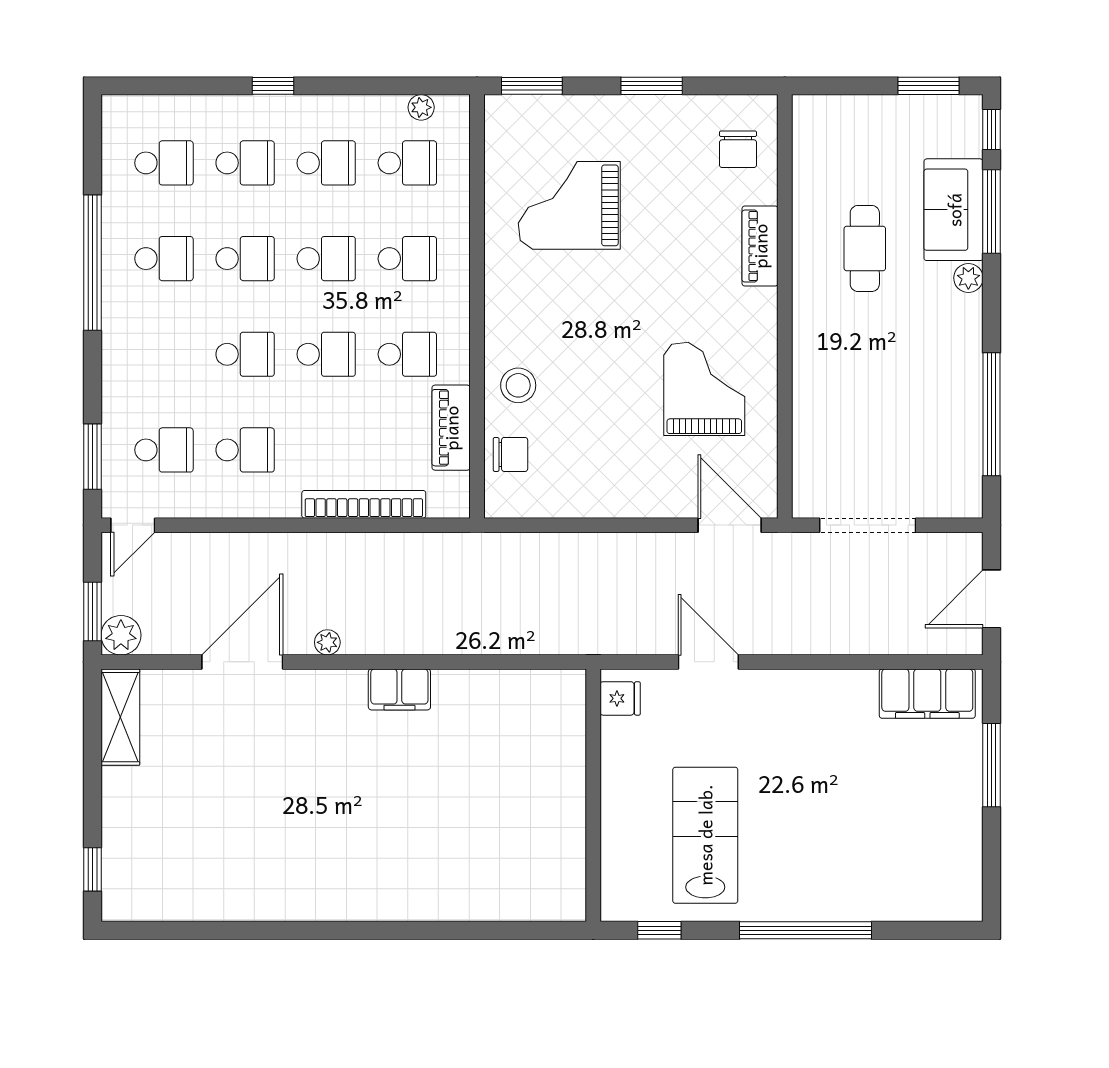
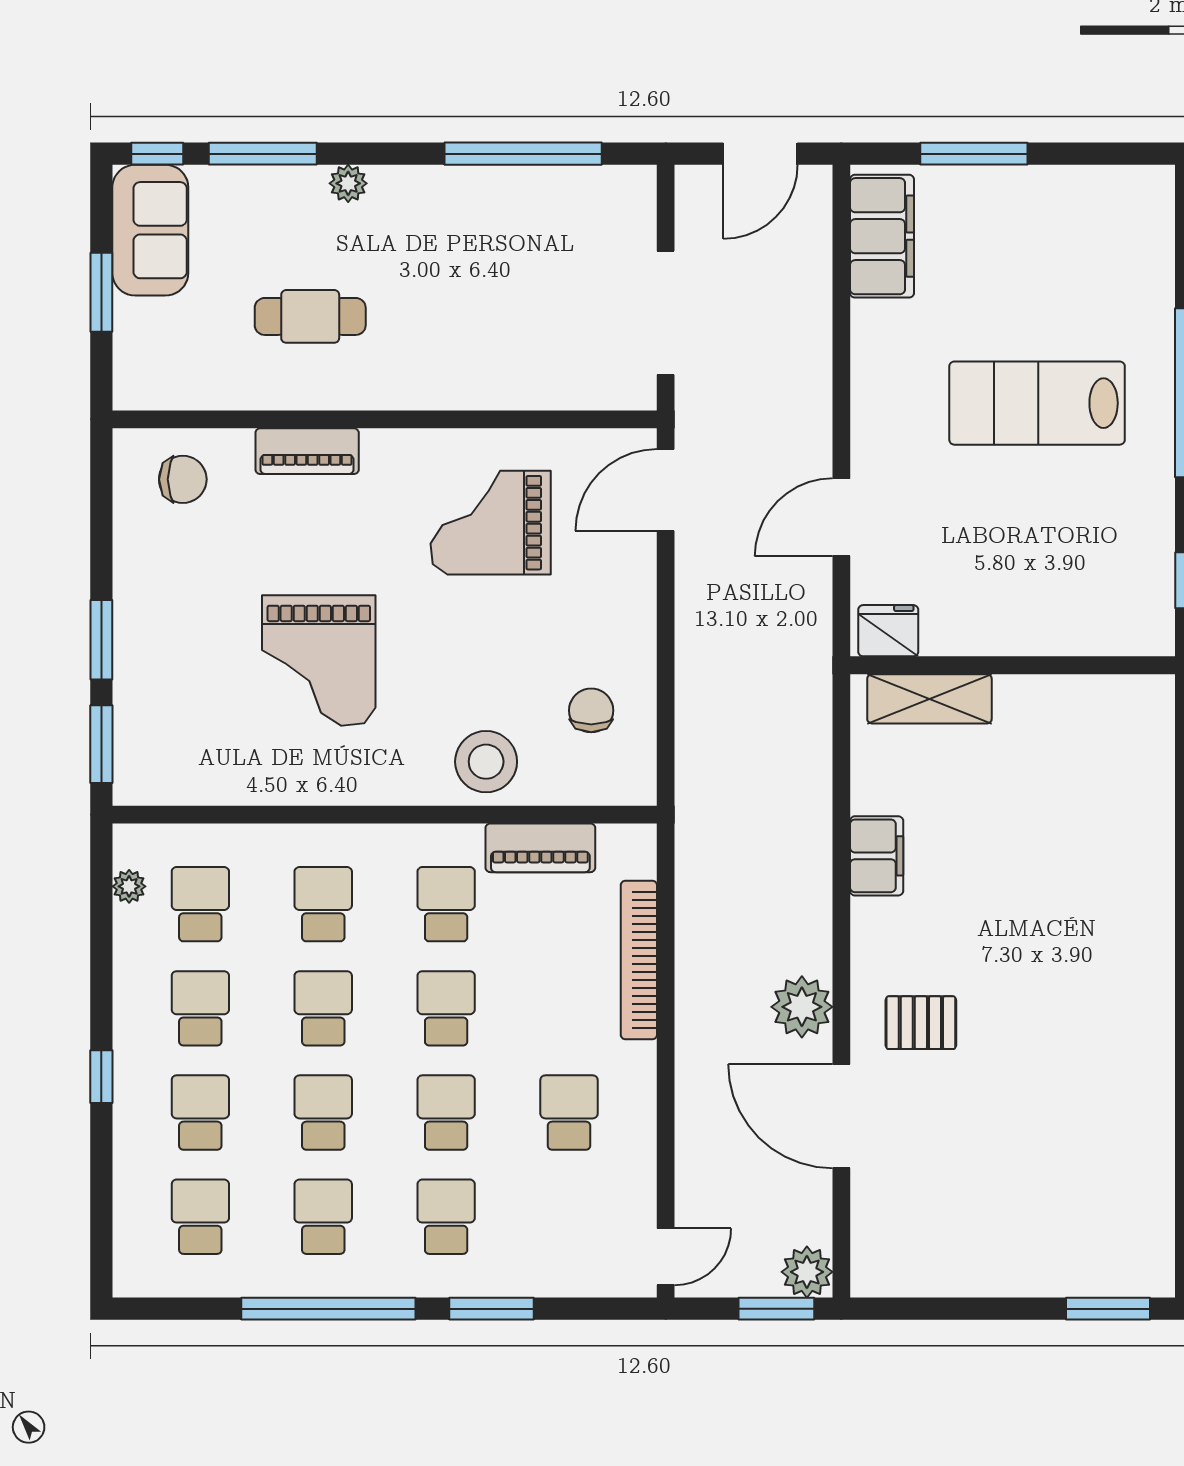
window: (652, 86) -> (101, 640), moved
window: (928, 86) -> (101, 292), moved
grand piano: (569, 205) -> (319, 661), moved
sofa: (954, 210) -> (150, 230), moved, turned -90
stool: (518, 385) -> (486, 762), width x1.38, depth x1.38
school desk: (164, 450) -> (446, 1217), moved
chair: (511, 454) -> (591, 710), moved
window: (92, 457) -> (492, 1309), moved
door: (133, 525) -> (666, 1257), hinge flipped
door: (992, 599) -> (760, 154), hinge flipped
plant: (327, 642) -> (802, 1007), width x1.87, depth x1.87
filing cabinet: (399, 689) -> (877, 856), moved
fridge: (620, 698) -> (888, 631), width x1.38
shelving: (120, 717) -> (929, 699), moved
pallet: (315, 724) -> (921, 1023), added
lab bench: (705, 835) -> (1037, 403), moved
window: (92, 869) -> (1108, 1309), width x1.50

